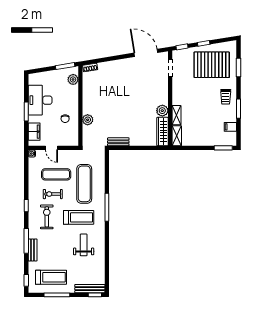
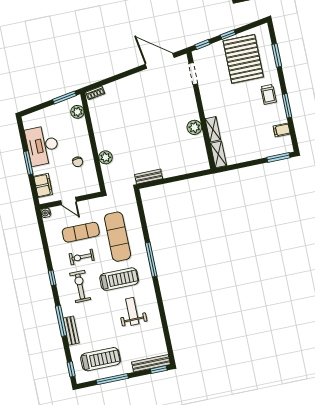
pallet: (212, 65) -> (243, 59), turned 90
wardrobe: (163, 132) -> (200, 153), removed

